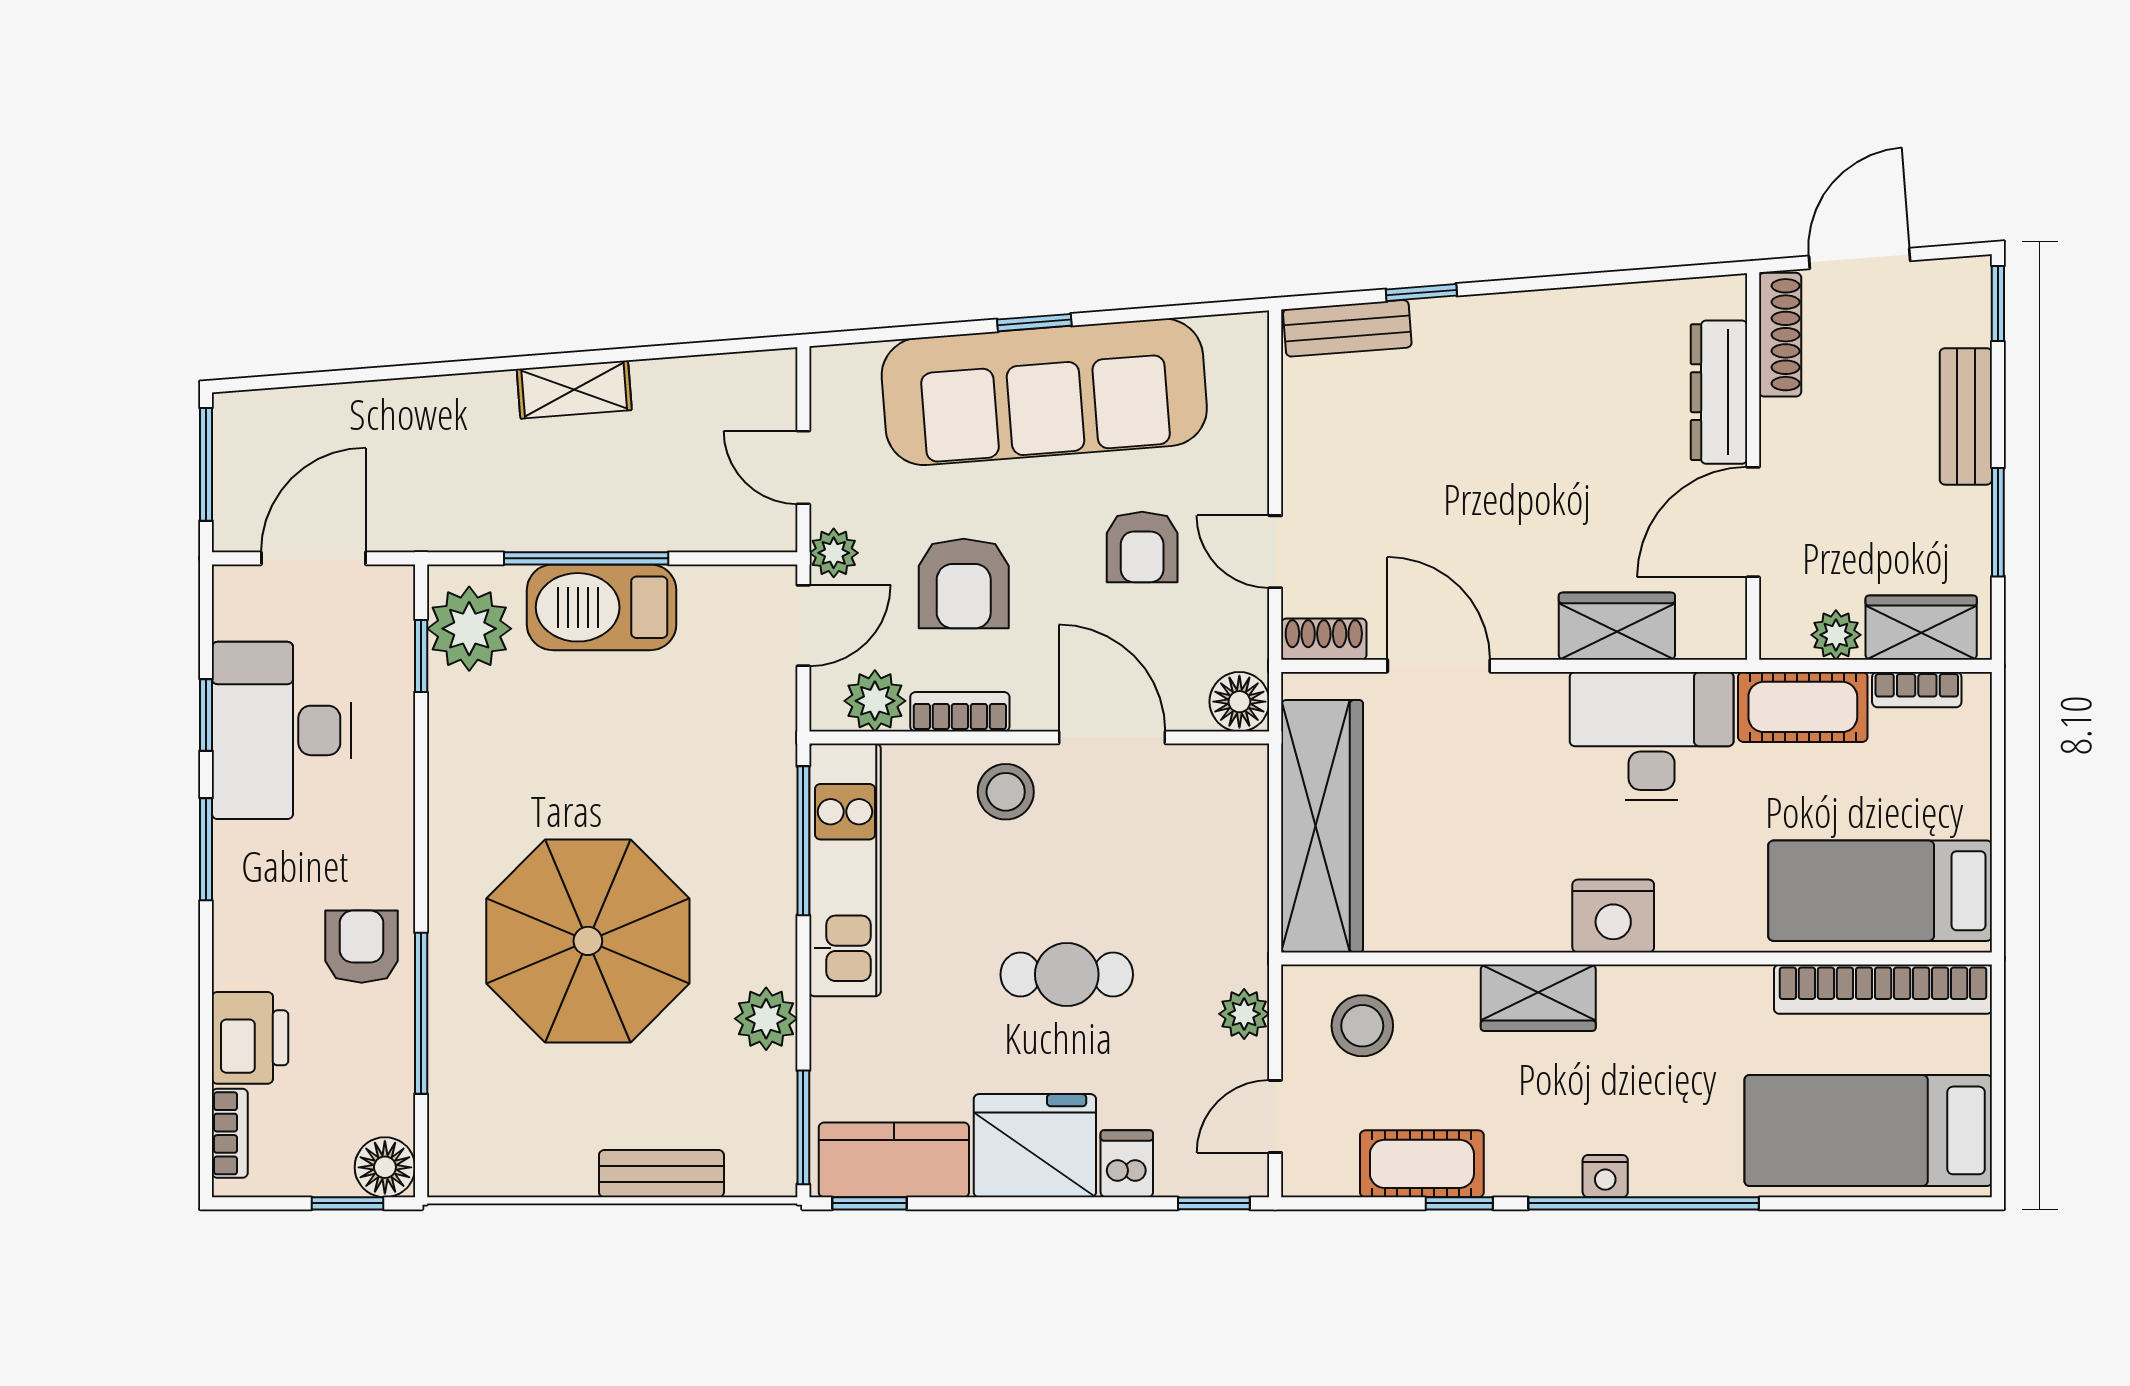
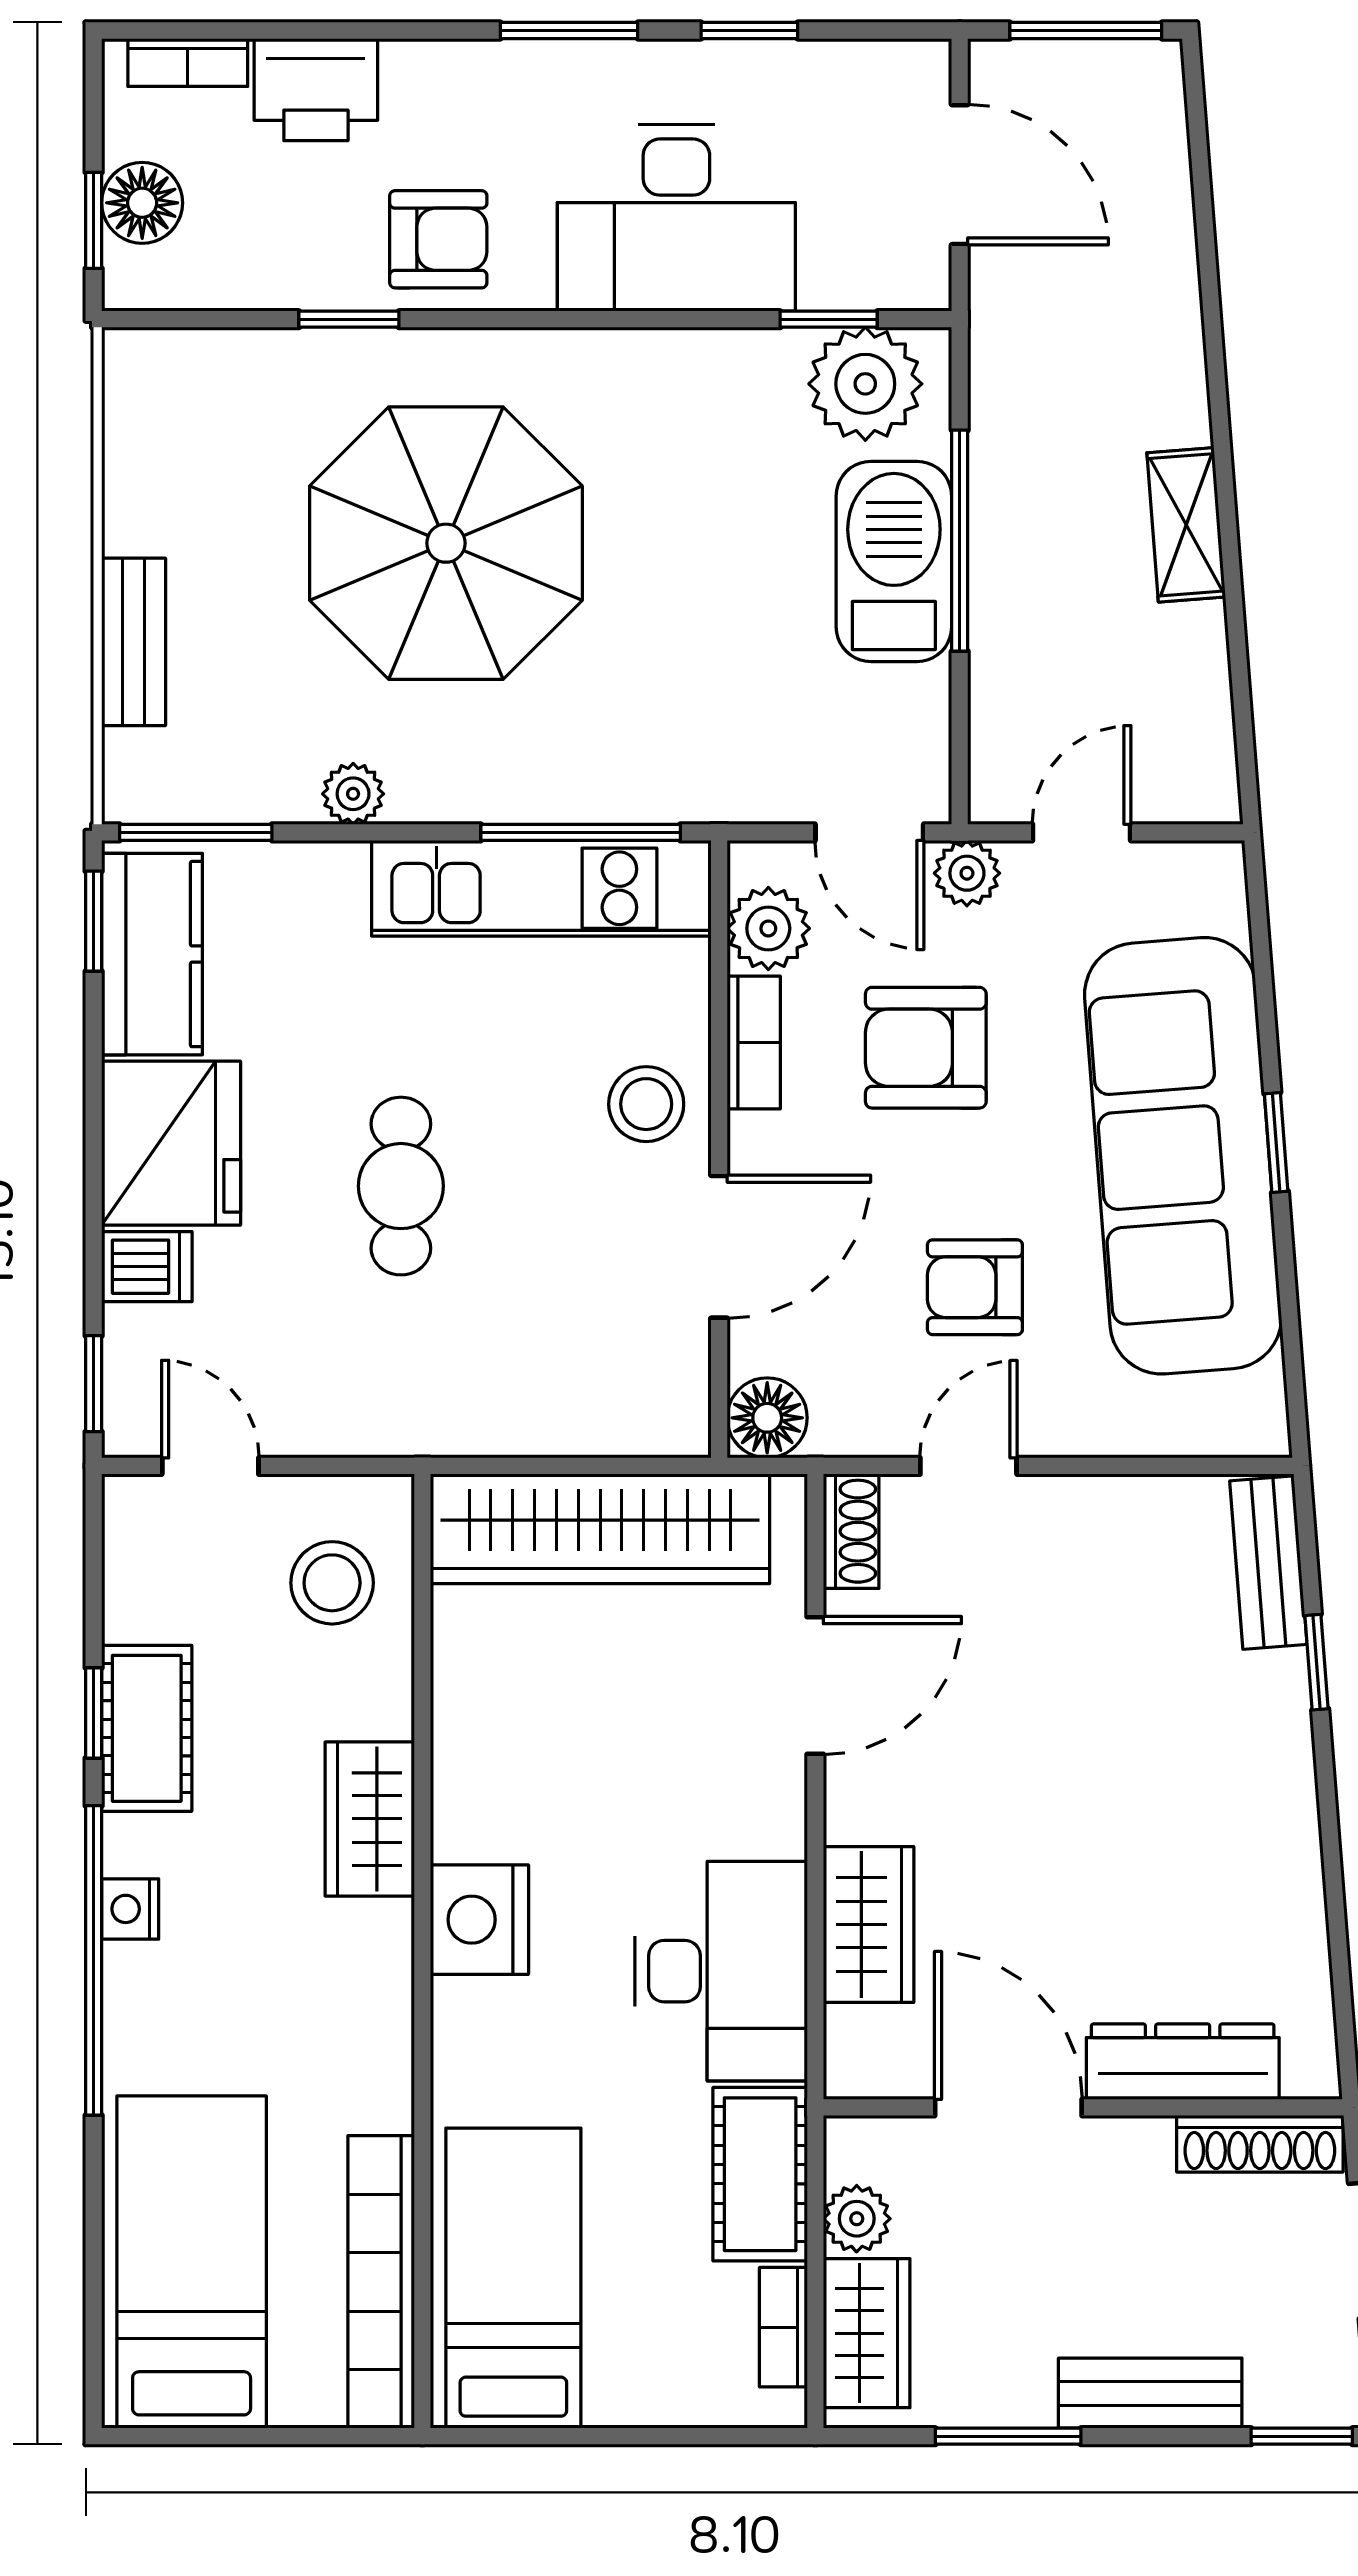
desk: (282, 730) -> (676, 218), moved, turned 180
window: (421, 1013) -> (349, 319), width x0.46
plant: (1244, 1014) -> (348, 1424), removed
plant: (766, 1019) -> (353, 794), width x0.73, depth x0.73
cot: (1422, 1164) -> (147, 1728), moved
floor lamp: (385, 1167) -> (142, 203), moved

